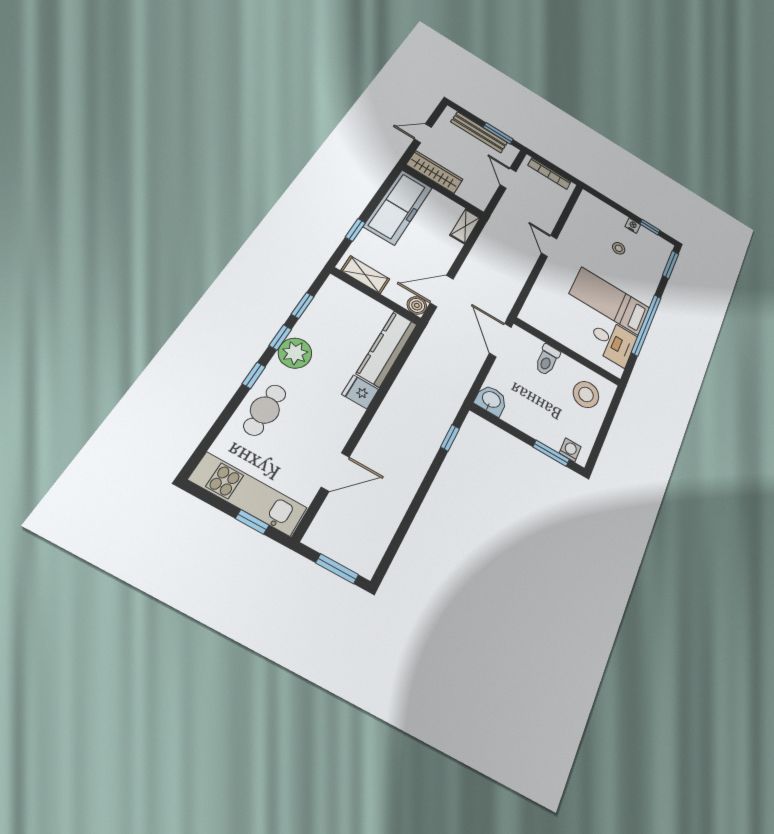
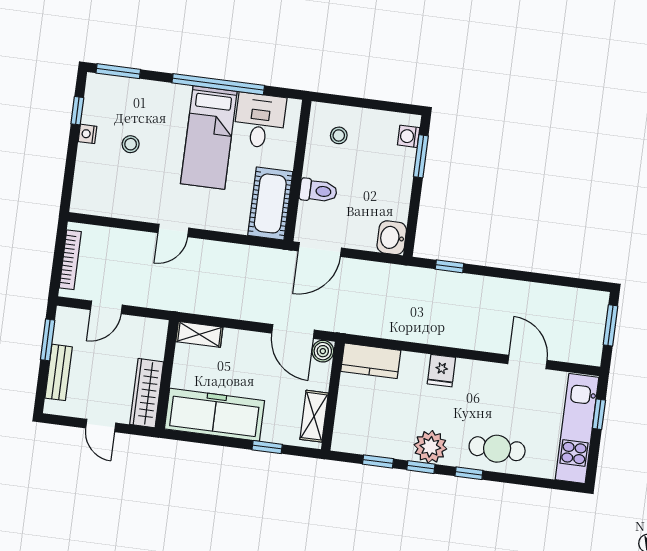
bench: (479, 132) -> (59, 372), width x0.73
cot: (548, 320) -> (270, 203), added
kitchen counter: (387, 349) -> (371, 361), width x0.67
stool: (586, 395) -> (339, 135), width x0.53, depth x0.53

